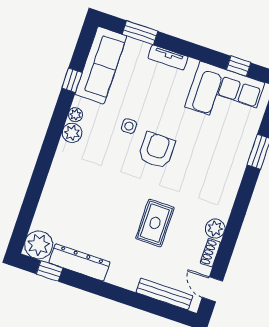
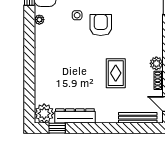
plant: (72, 133) -> (41, 32), removed

